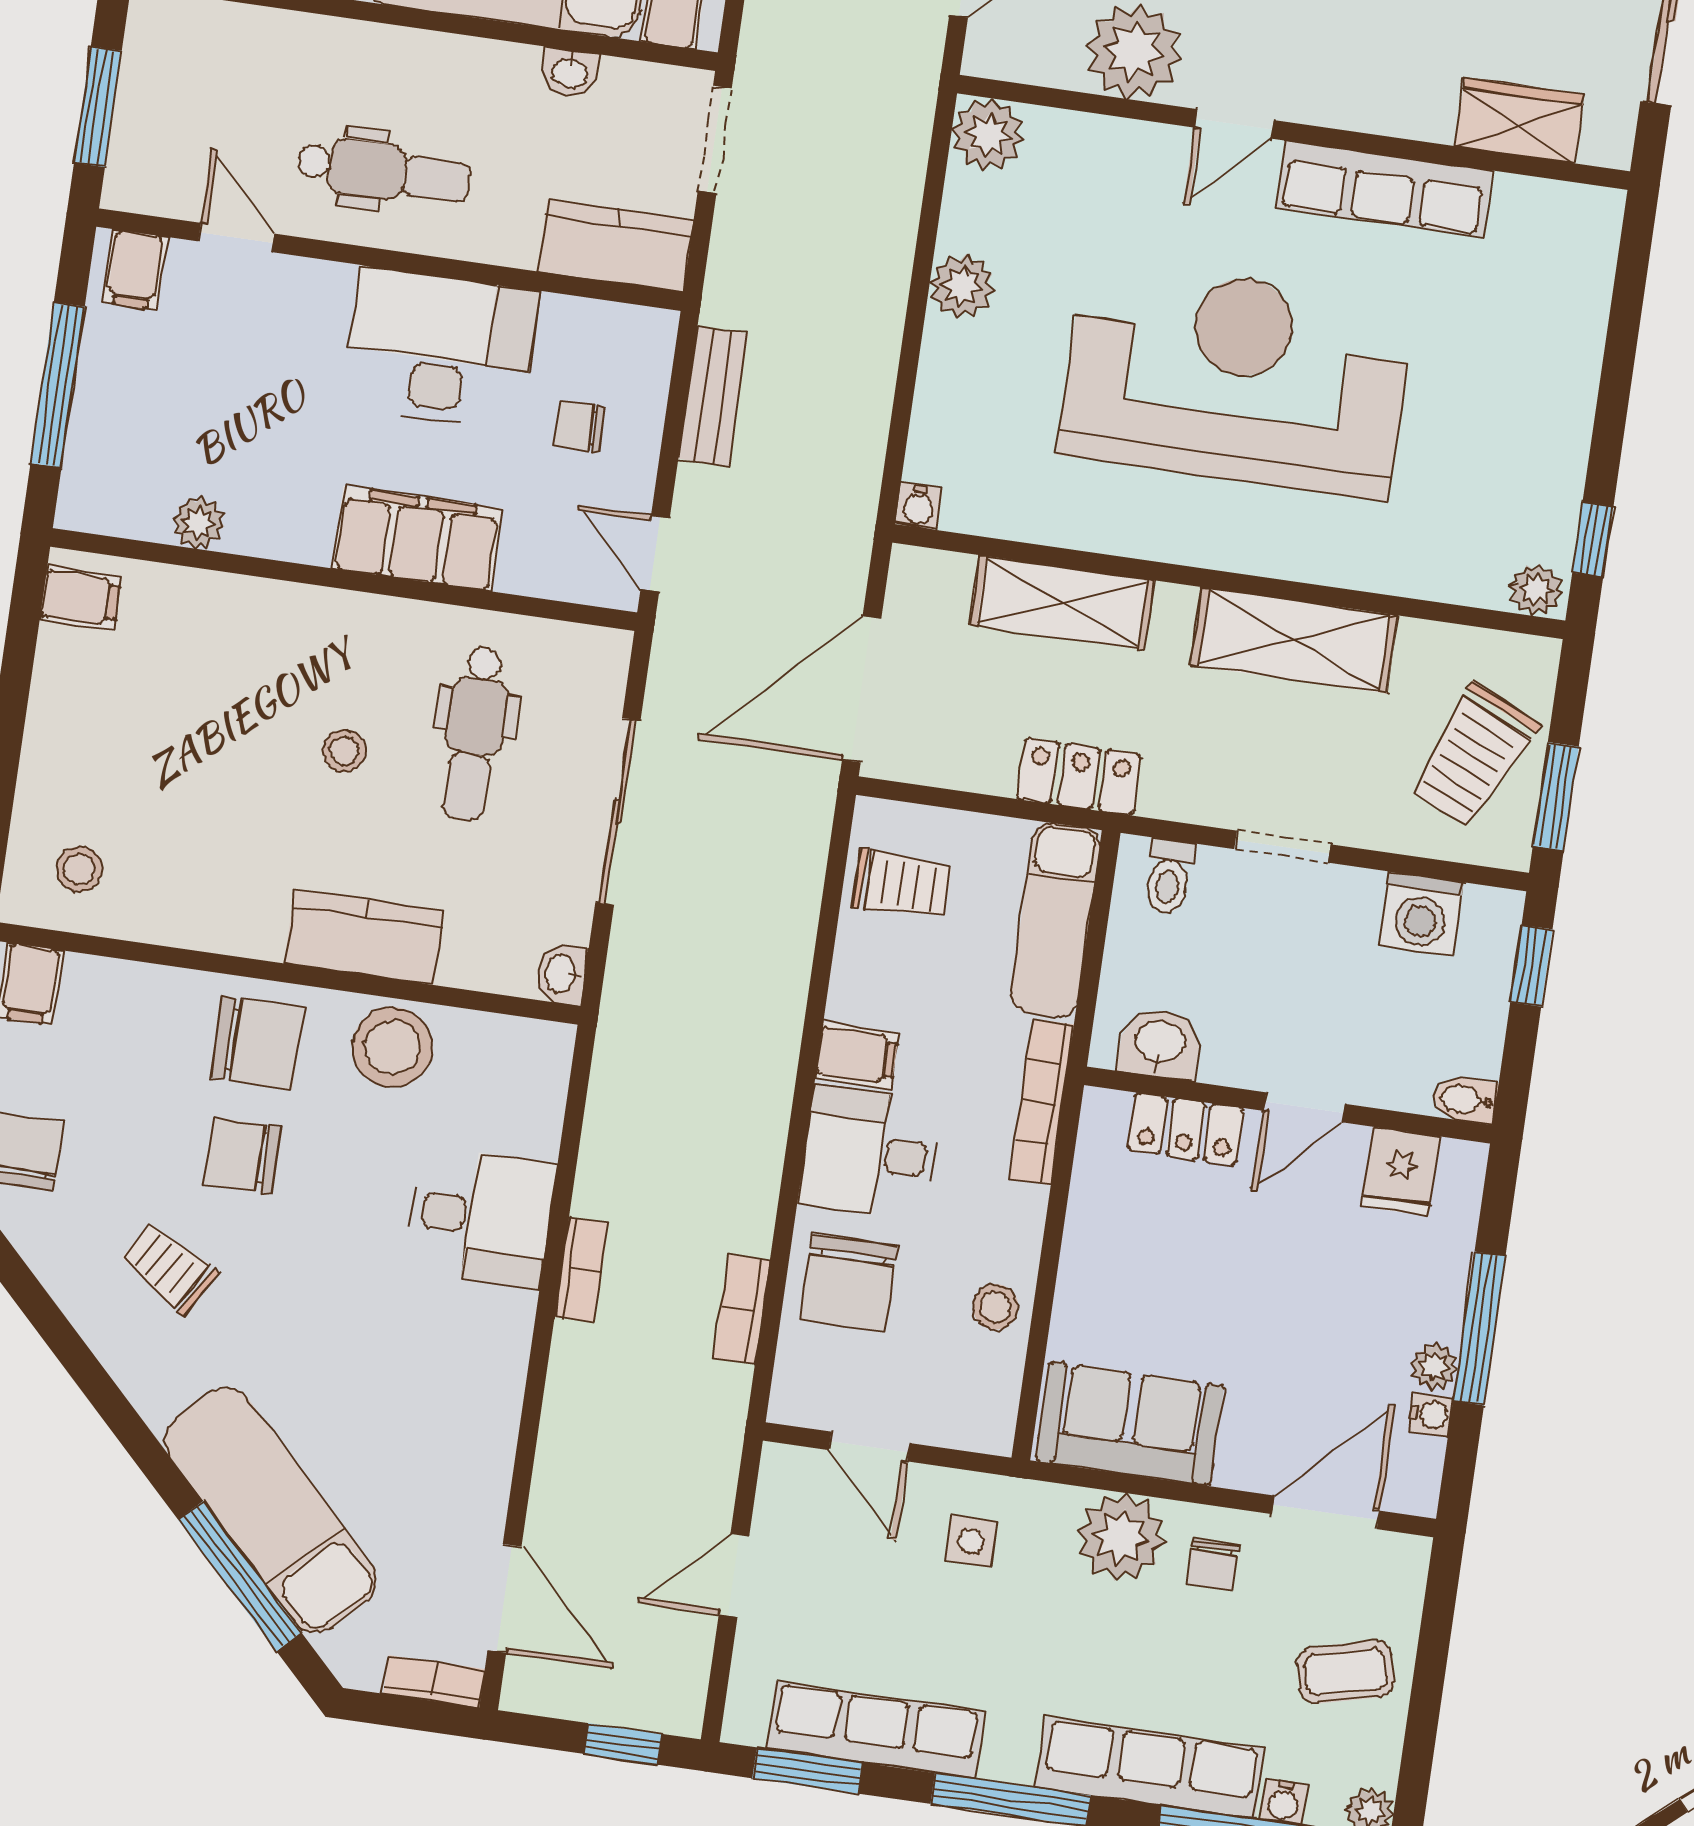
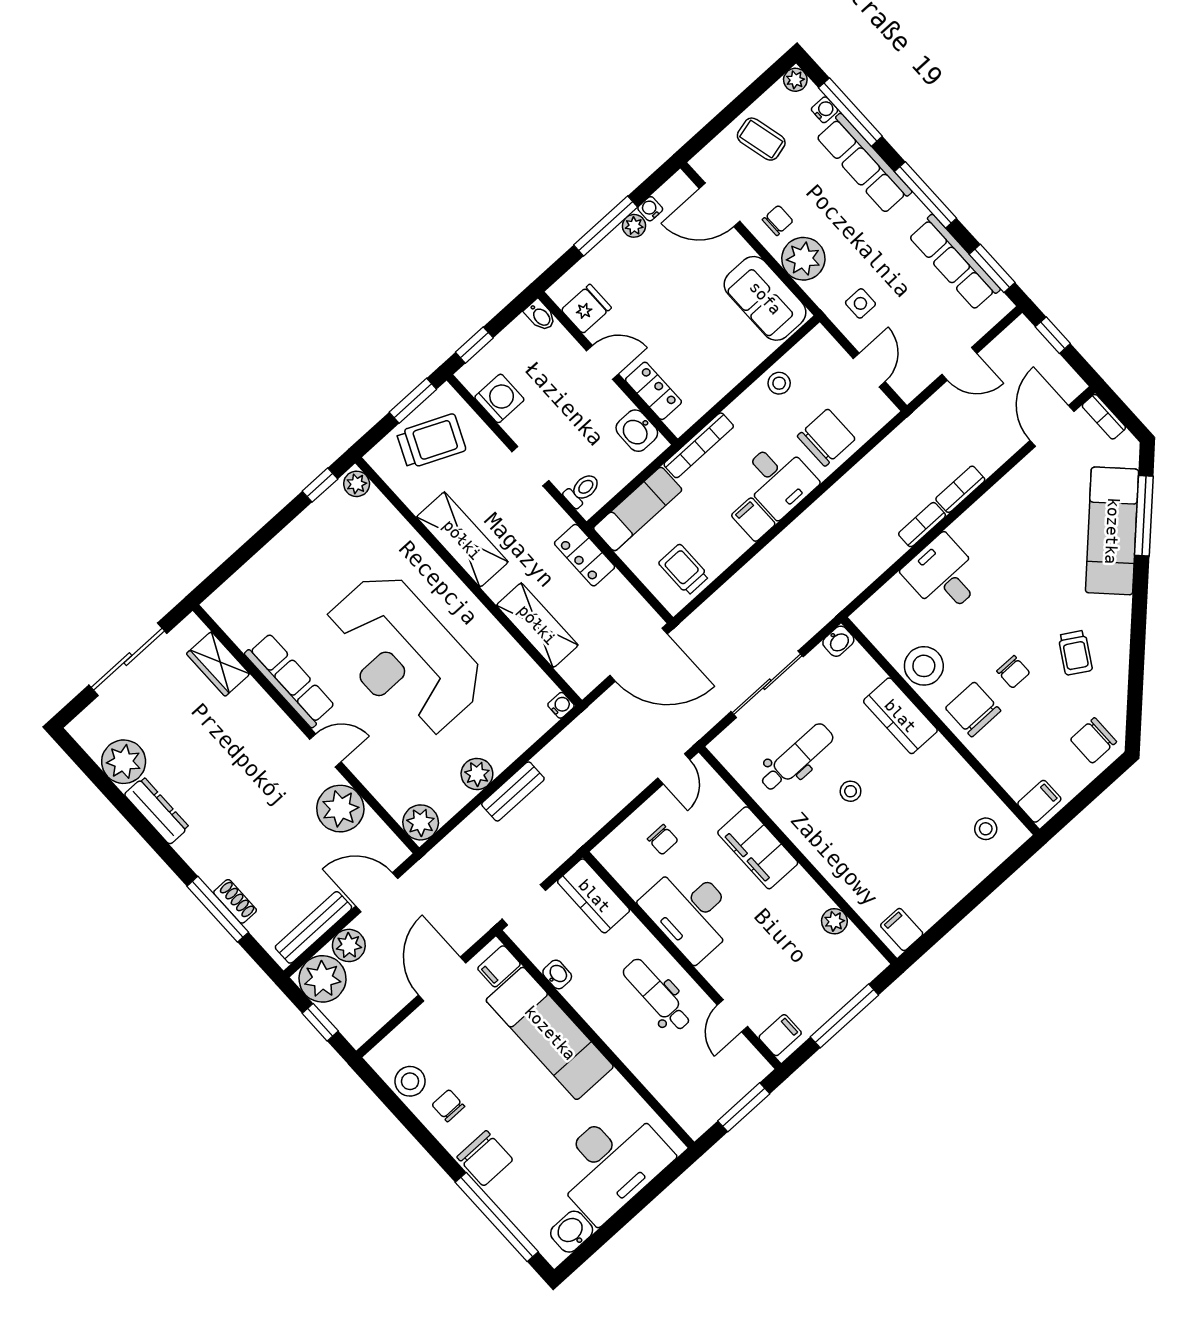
bench: (713, 396) -> (513, 791), moved
chair: (242, 1156) -> (1013, 672), width x0.73, depth x0.73
bookcase: (742, 1309) -> (960, 489), moved, turned 180

